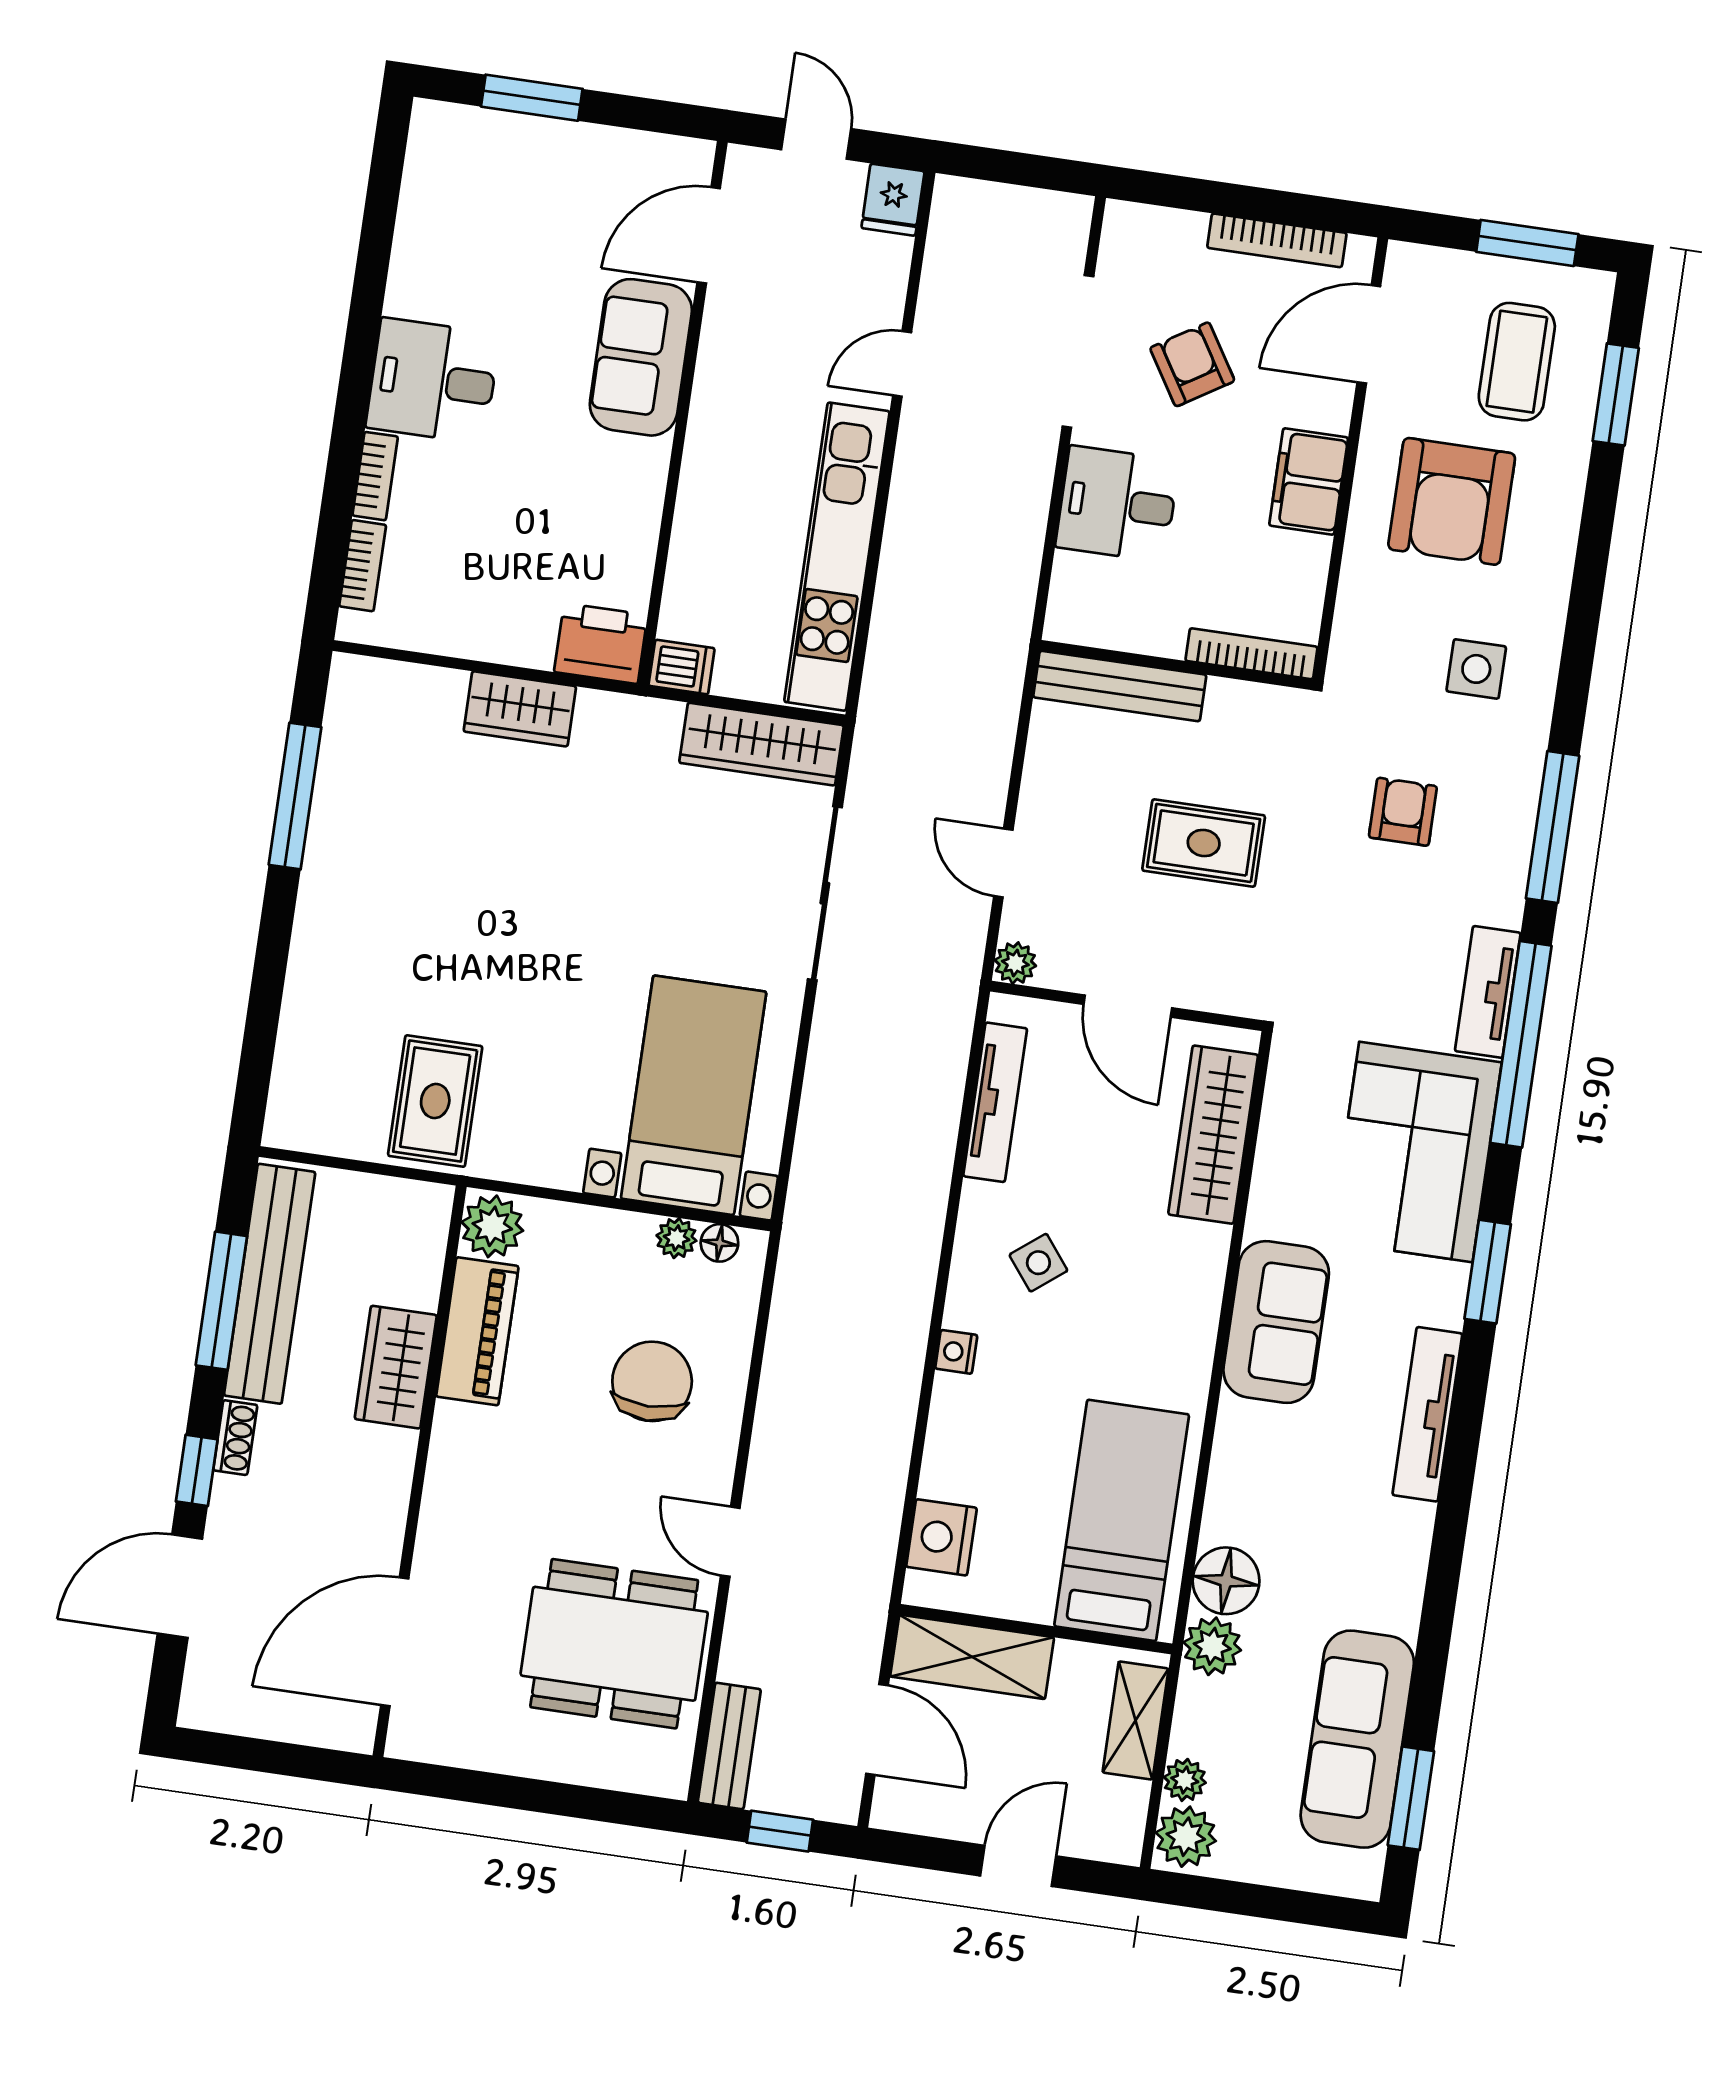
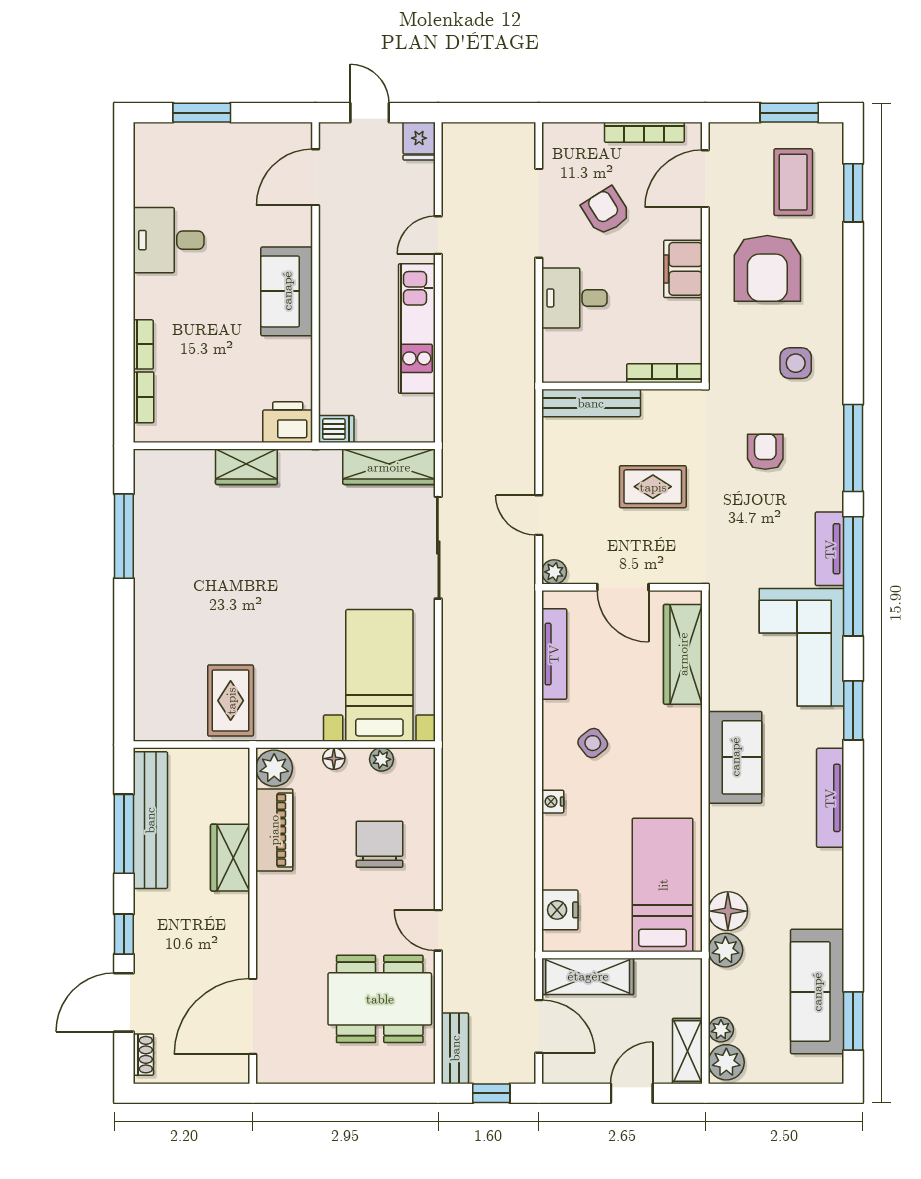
sofa: (641, 357) -> (287, 291), moved
desk: (433, 381) -> (169, 240), moved
kitchen unit: (837, 557) -> (417, 329), width x0.73
floor lamp: (719, 1243) -> (334, 759), moved
shoe rack: (235, 1438) -> (143, 1055), moved
shelving: (1136, 1720) -> (687, 1051), moved

